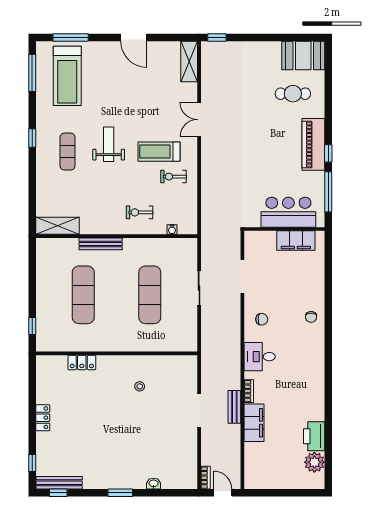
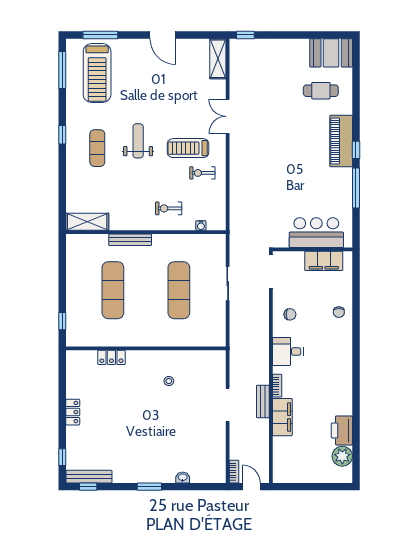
bar counter: (288, 212) -> (316, 233), moved
wall: (284, 229) -> (312, 249), moved
filing cabinet: (296, 241) -> (324, 261), moved

